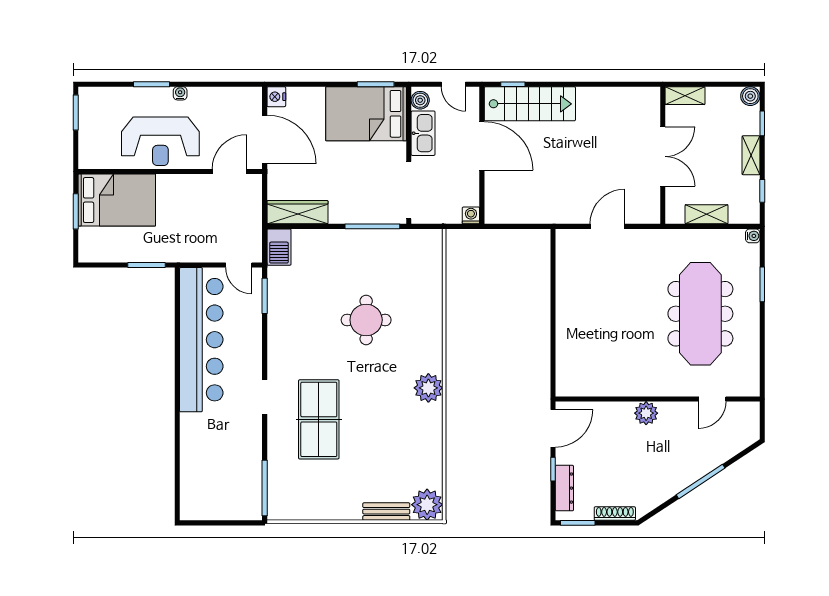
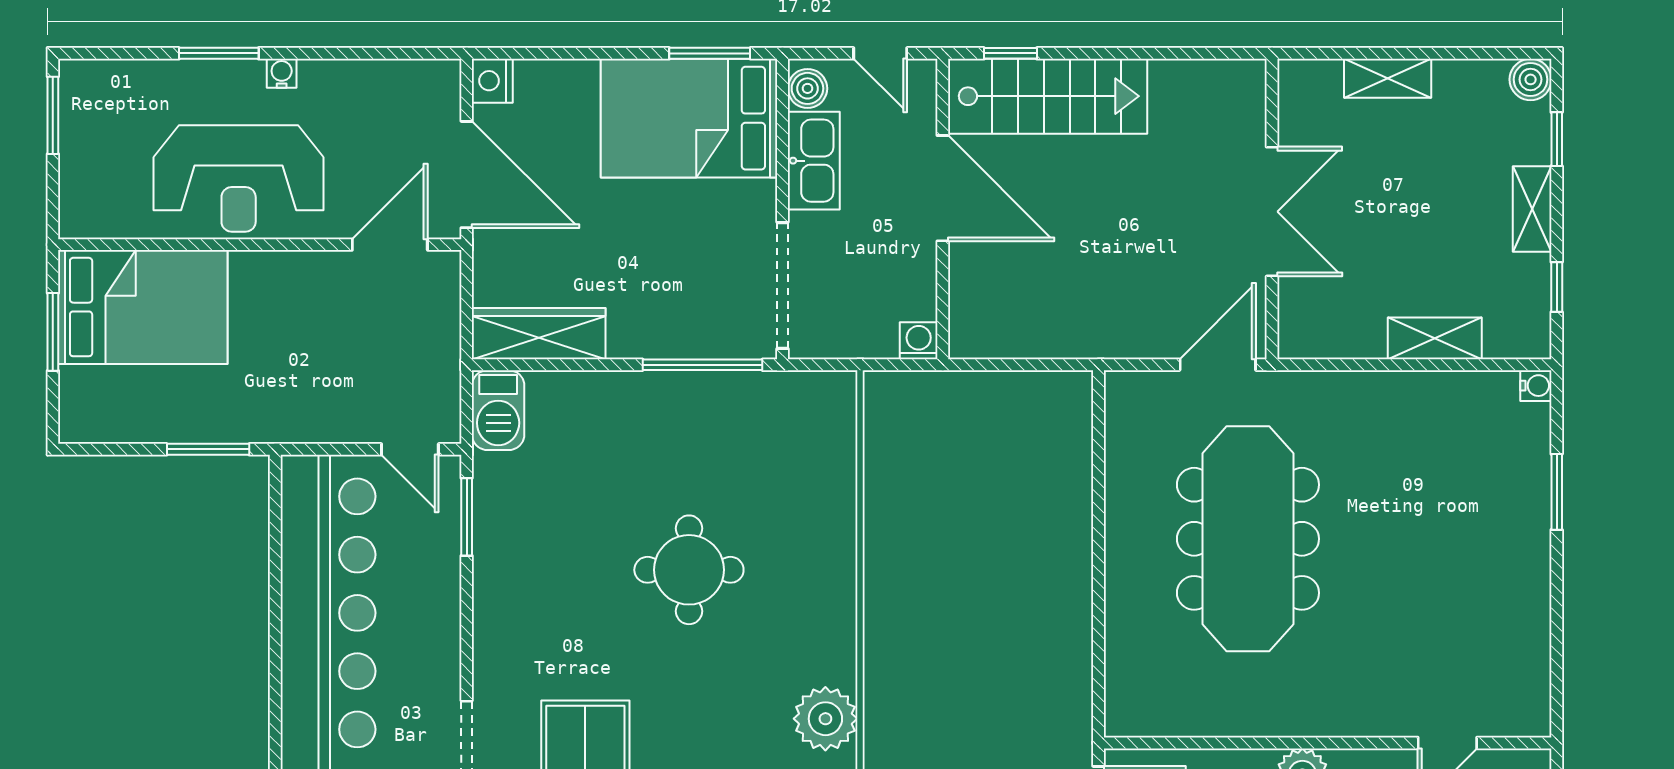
wall: (663, 155) -> (1272, 209), moved
double door: (663, 156) -> (1272, 212), moved
meeting table: (700, 314) -> (1248, 539), moved

